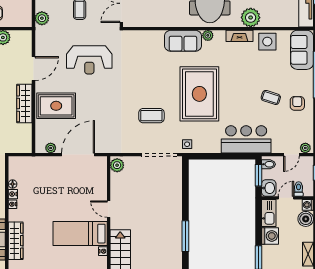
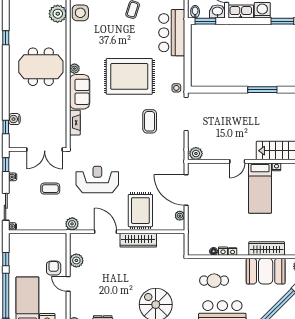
plant: (42, 18) -> (72, 224), moved
plant: (251, 18) -> (58, 14), moved
fireplace: (239, 36) -> (75, 123), moved
reception desk: (89, 60) -> (97, 179), turned -90

